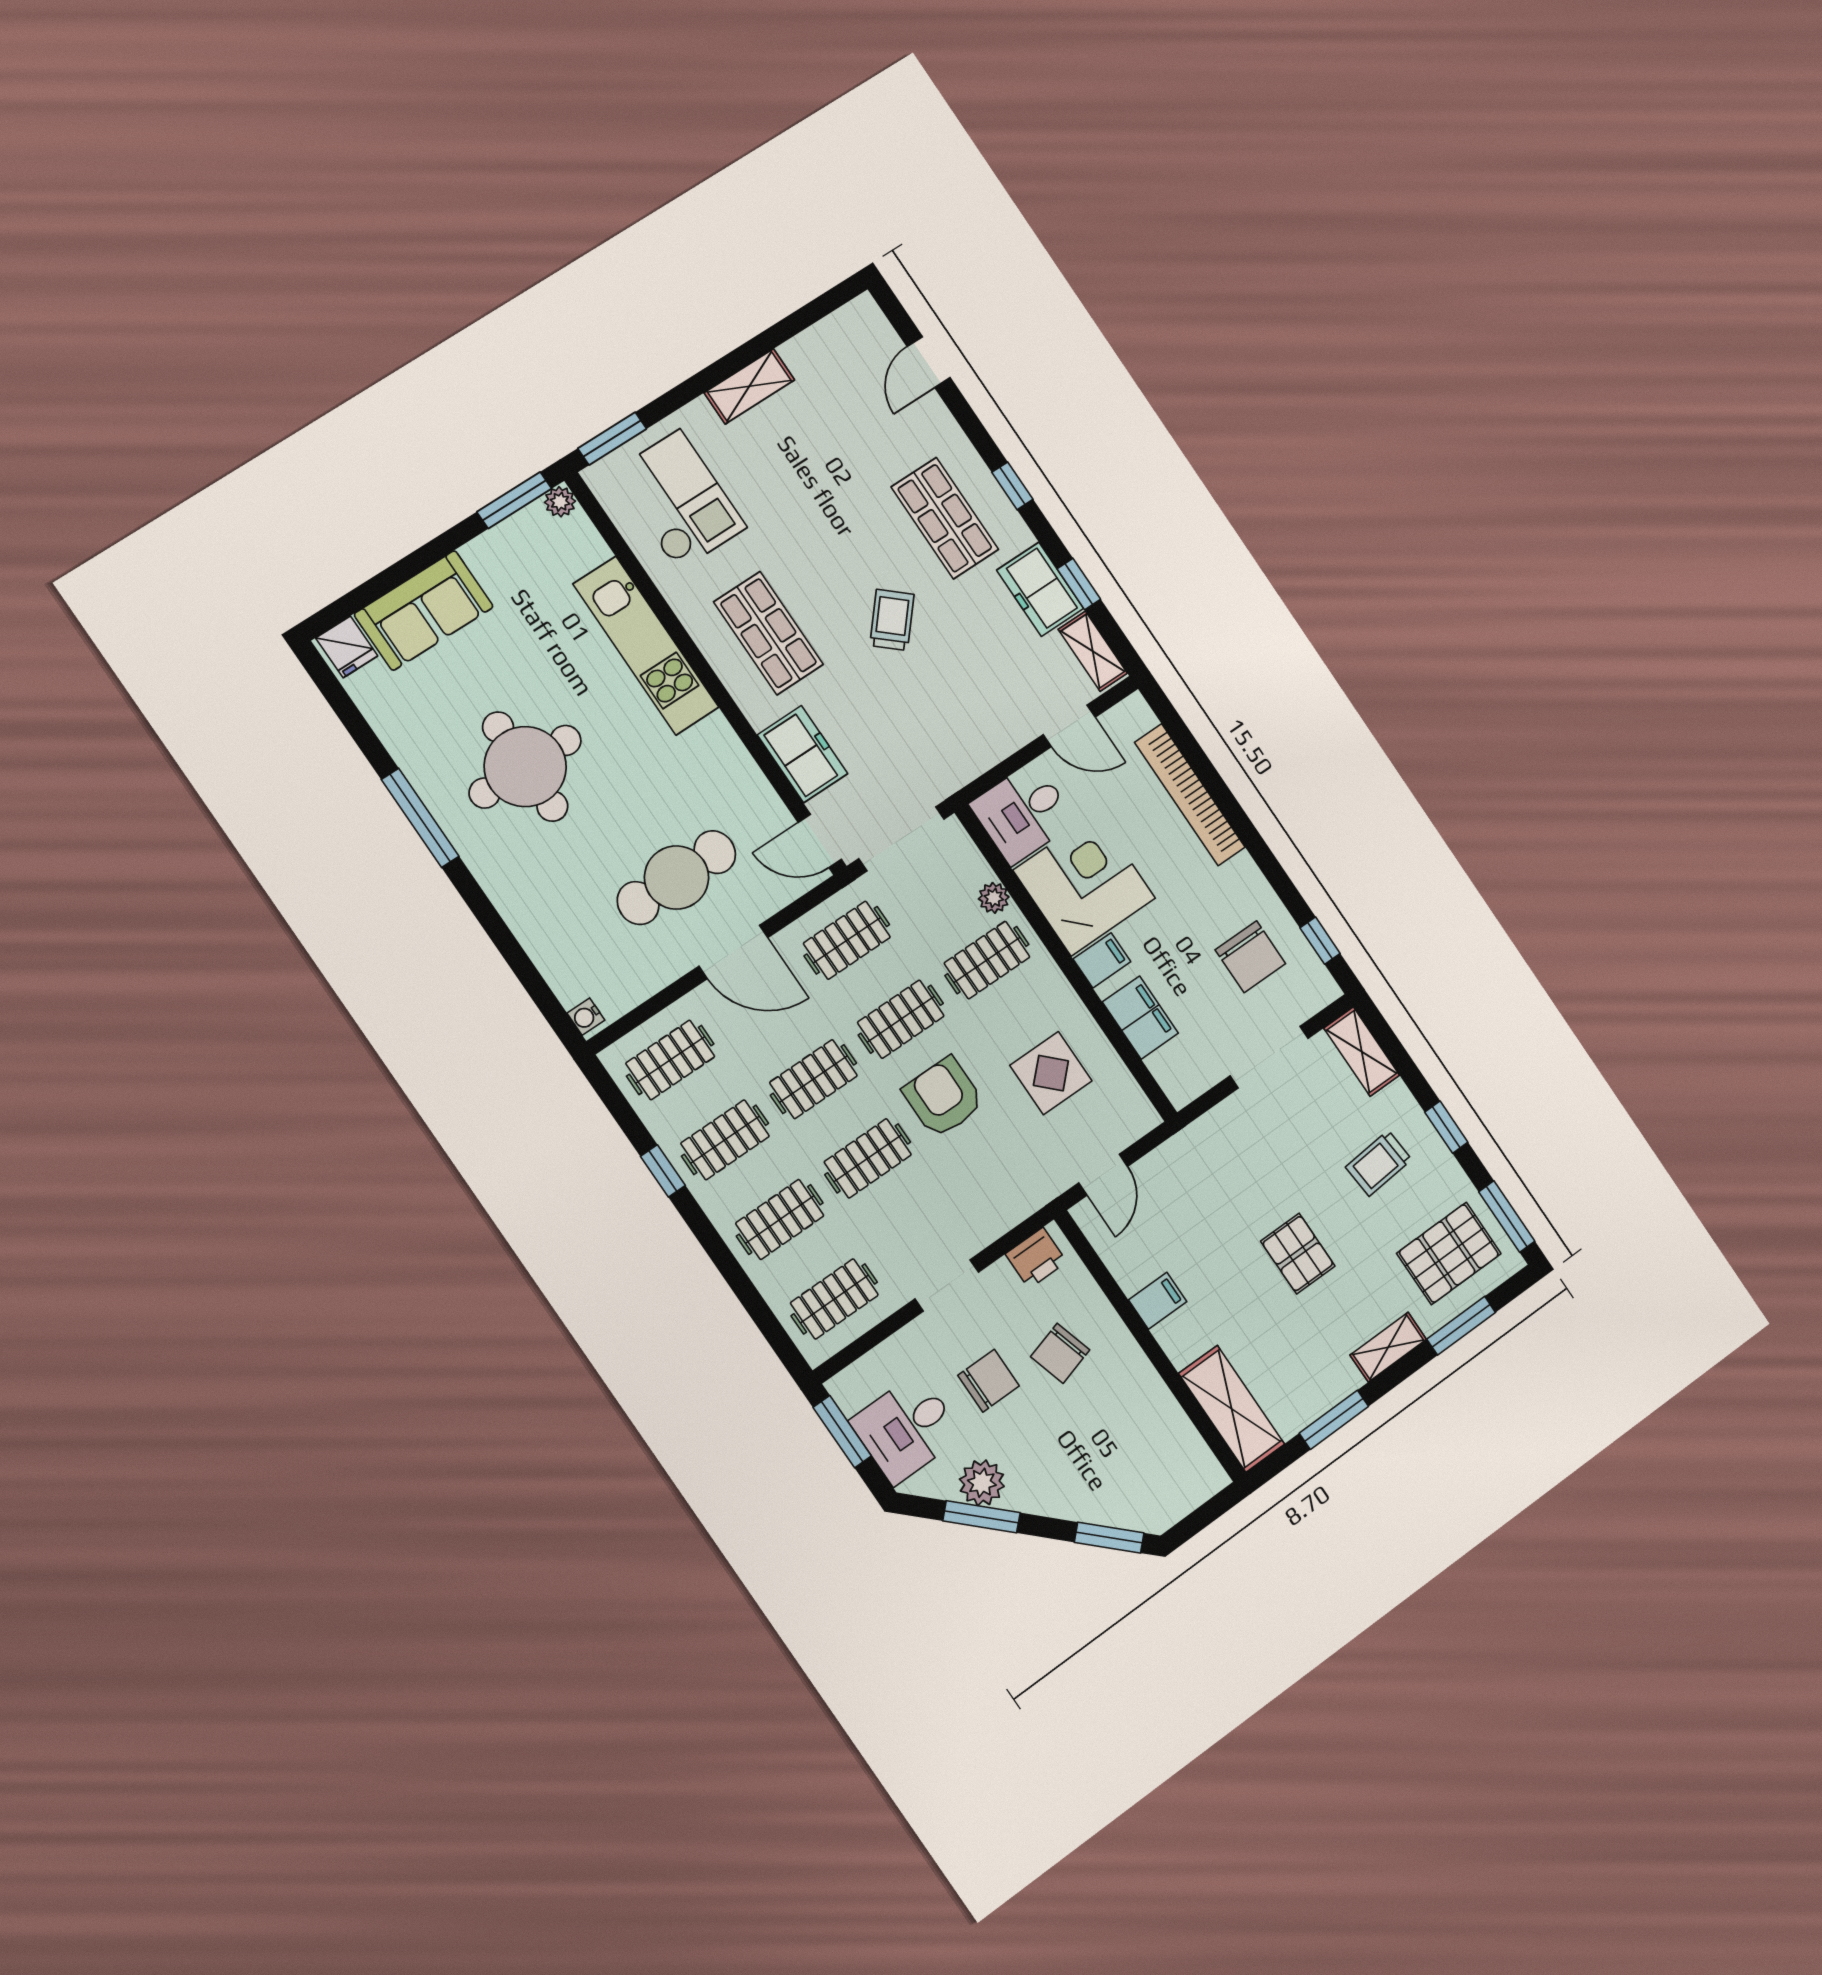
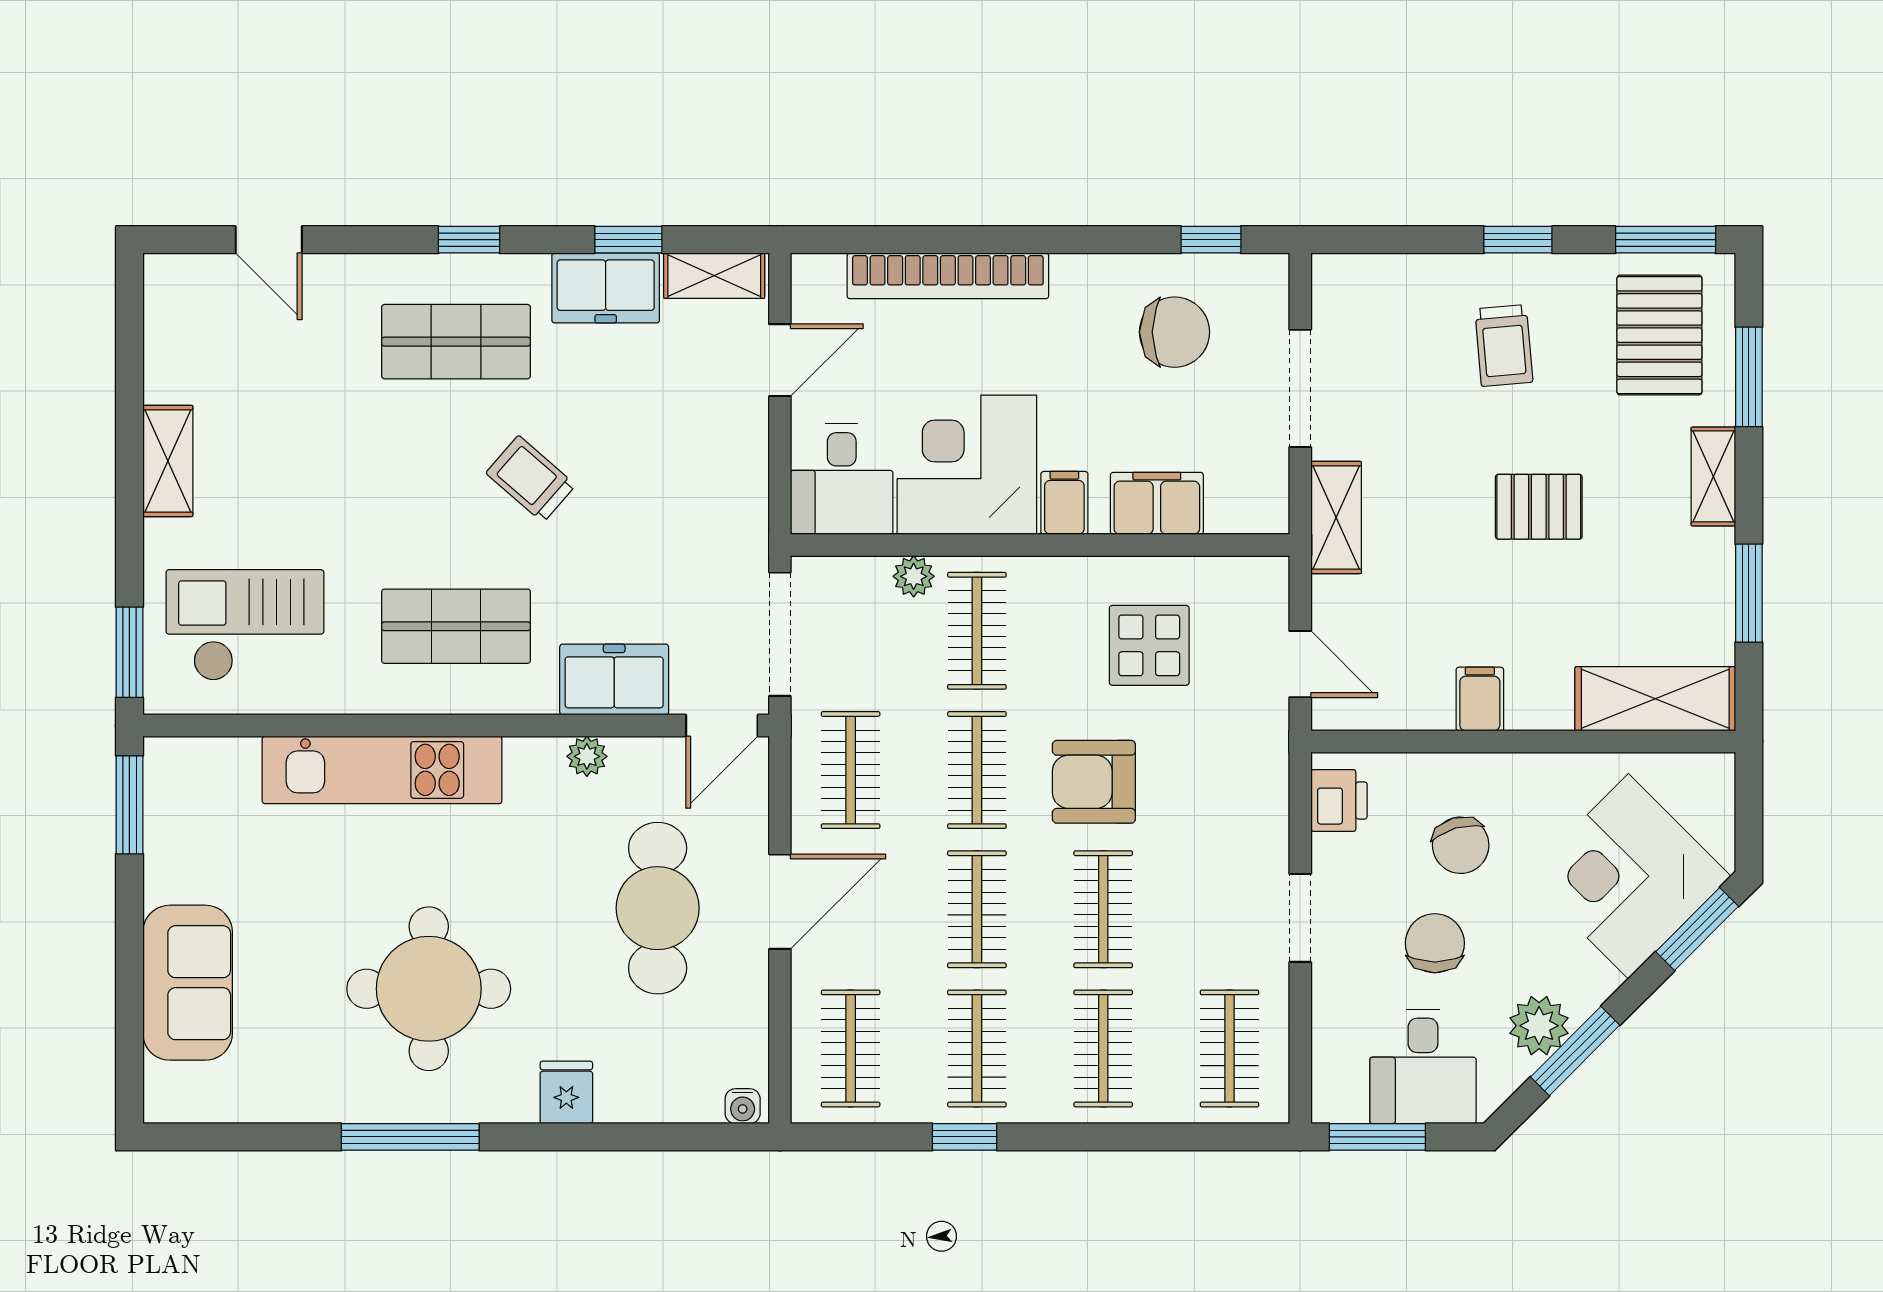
plant: (560, 502) -> (587, 756), moved
fridge: (347, 647) -> (566, 1092), moved, turned -90
shelving: (1362, 1052) -> (1336, 517), moved, turned 90
corner desk: (1112, 1471) -> (1628, 876), added

